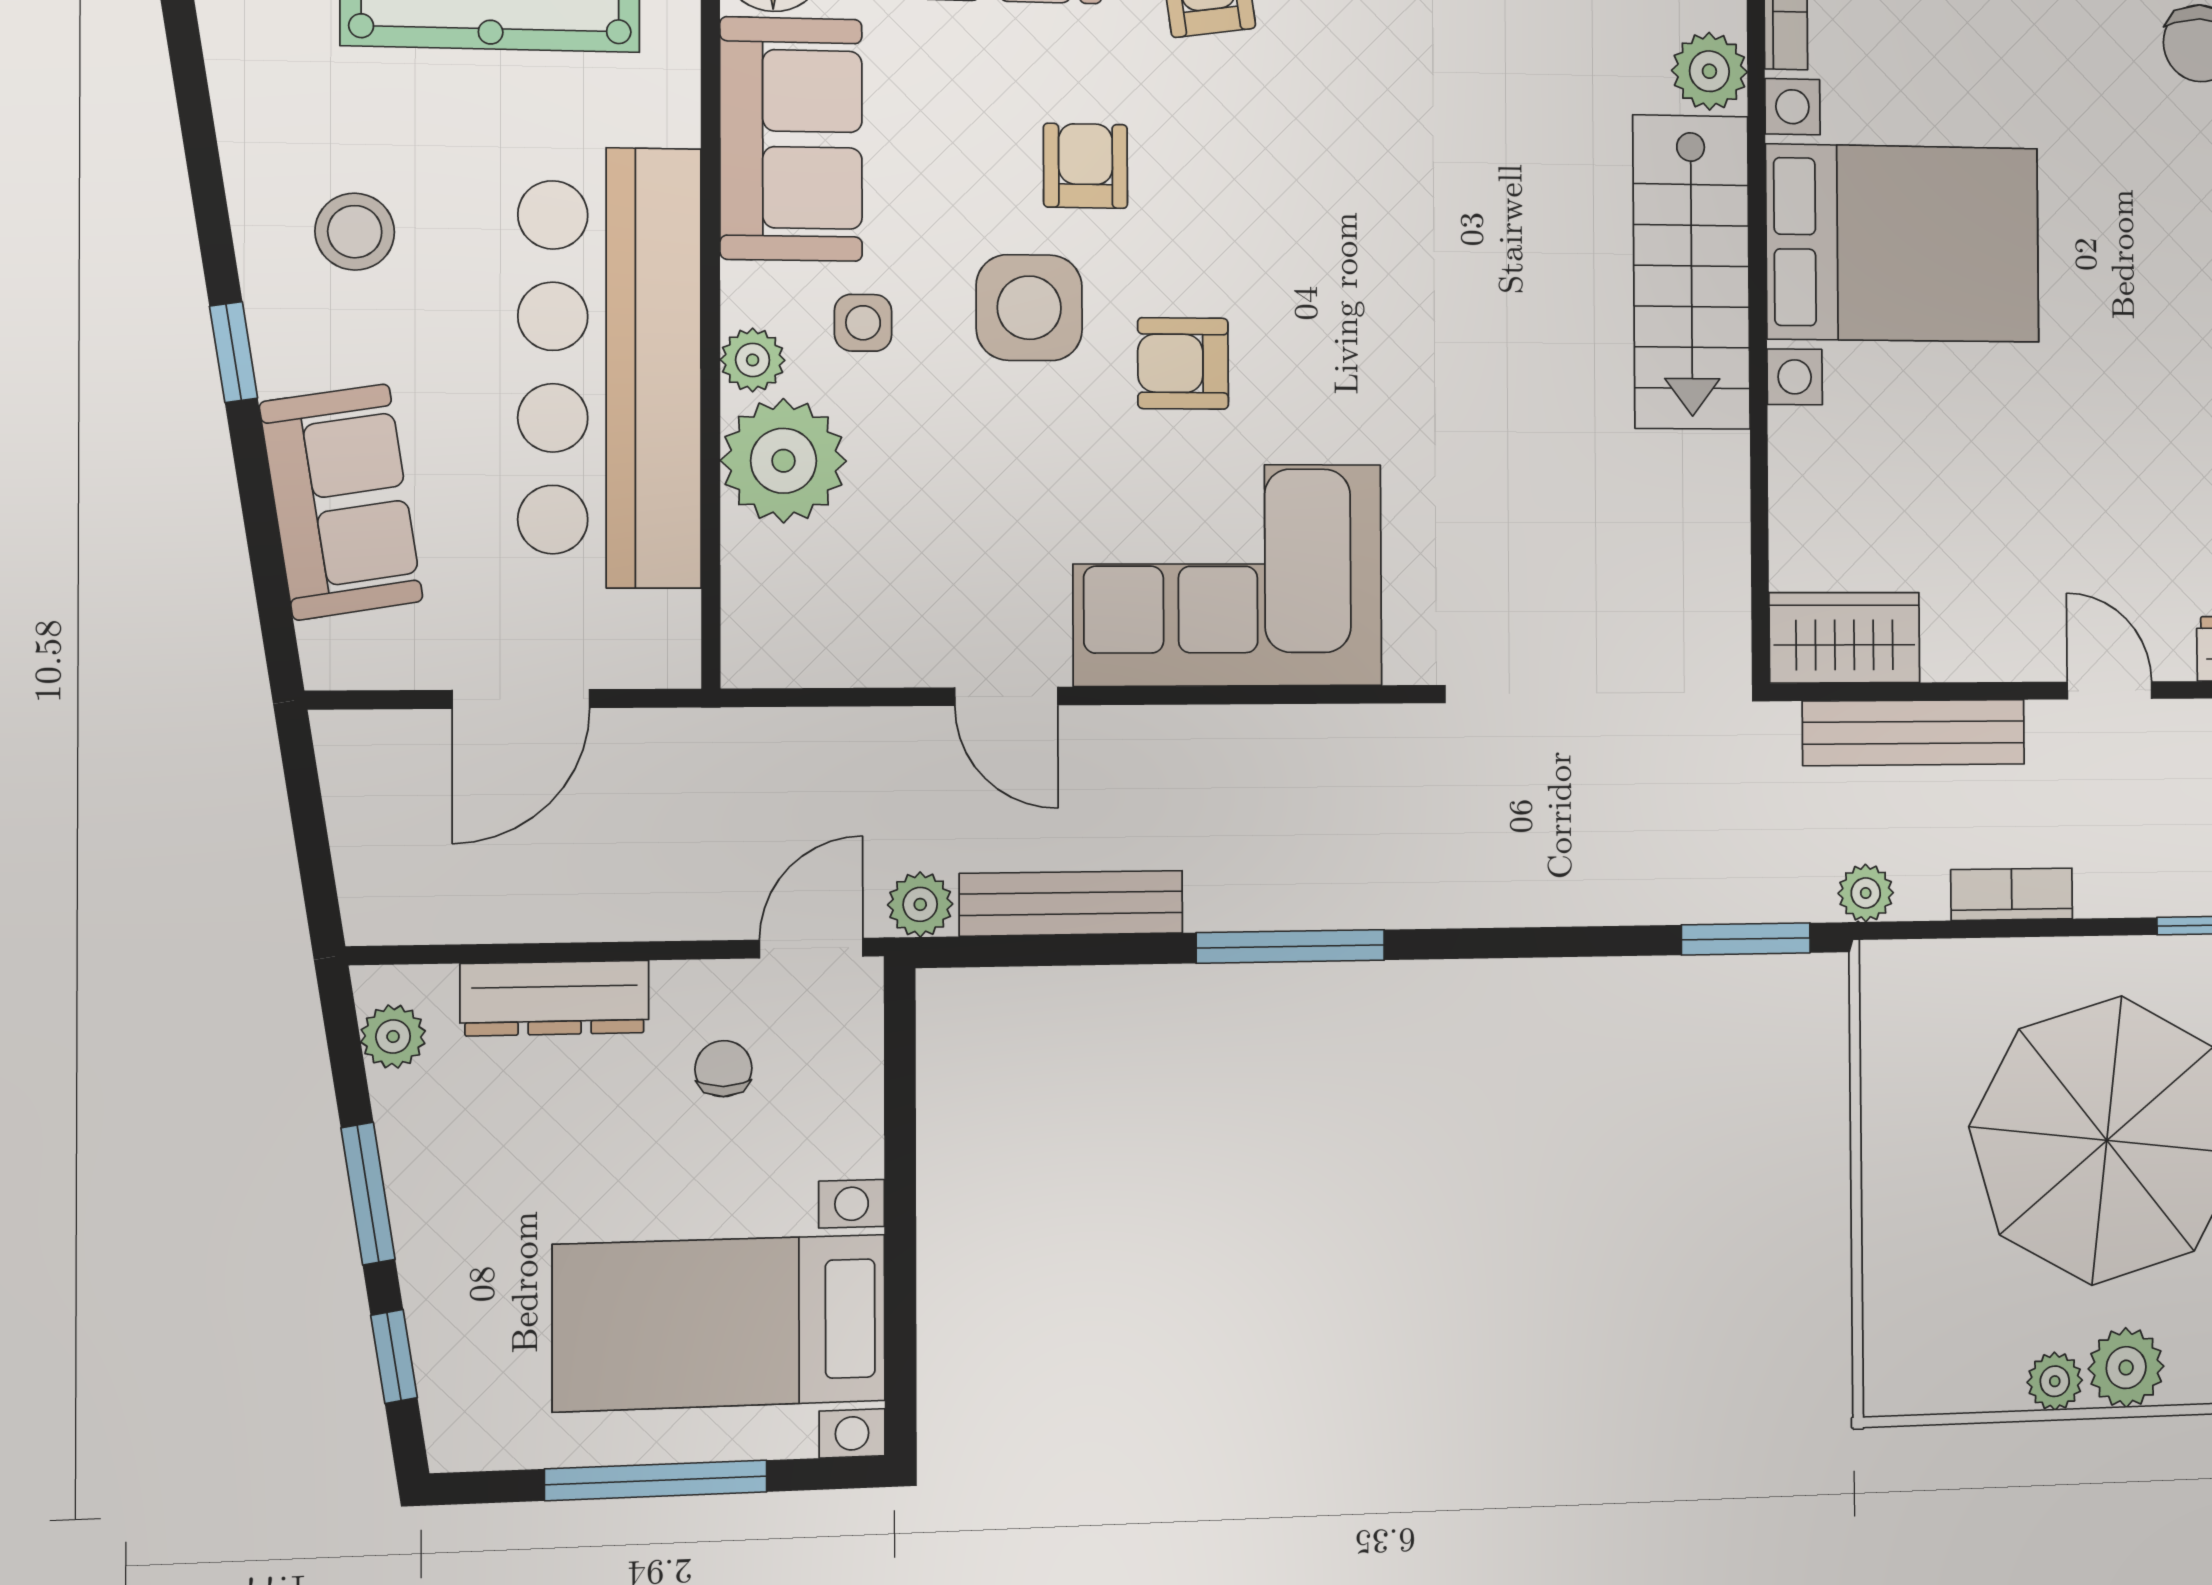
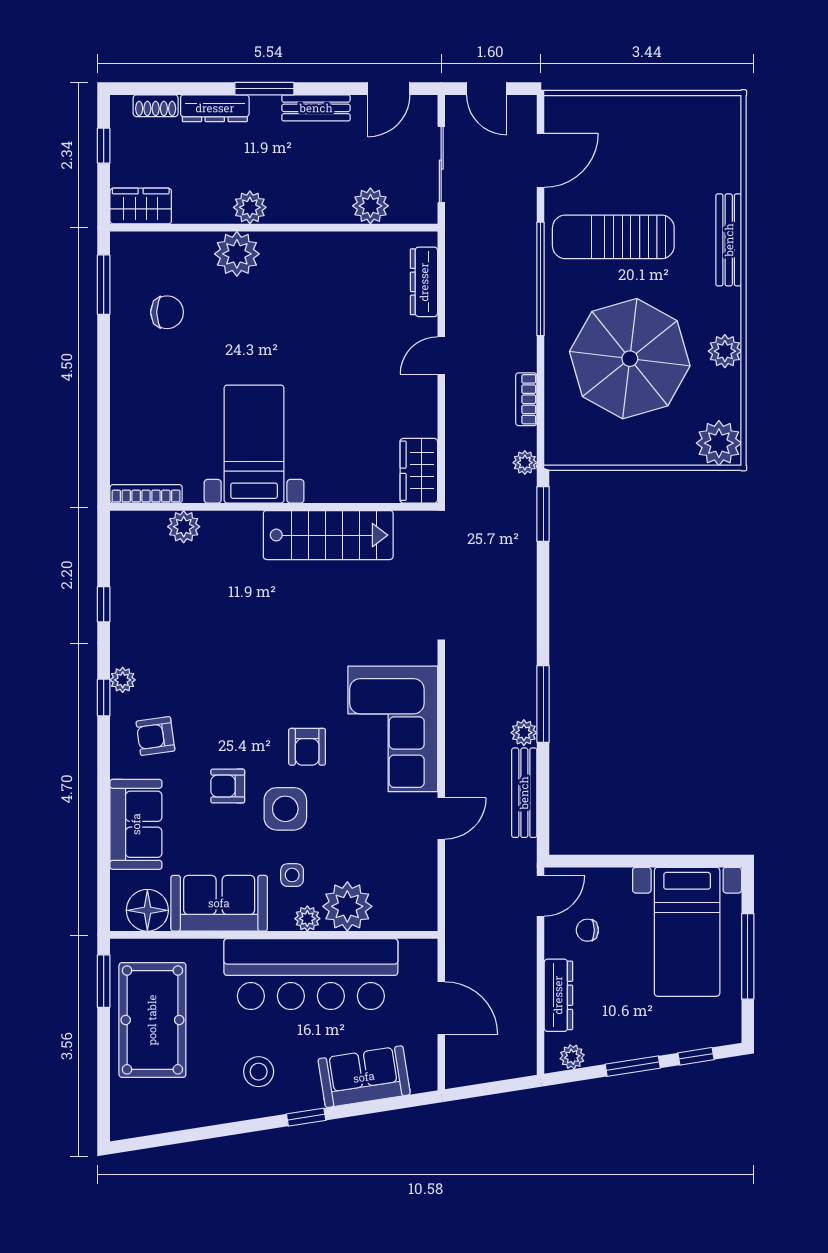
bed with nightstands: (1903, 243) -> (254, 444), width x0.73
stairs: (1692, 272) -> (328, 535), moved
bench: (1914, 733) -> (458, 441), removed
plant: (920, 904) -> (524, 733), moved
door: (811, 948) -> (541, 896), swing flipped
plant: (2055, 1381) -> (719, 443), moved, width x1.88, depth x1.88

